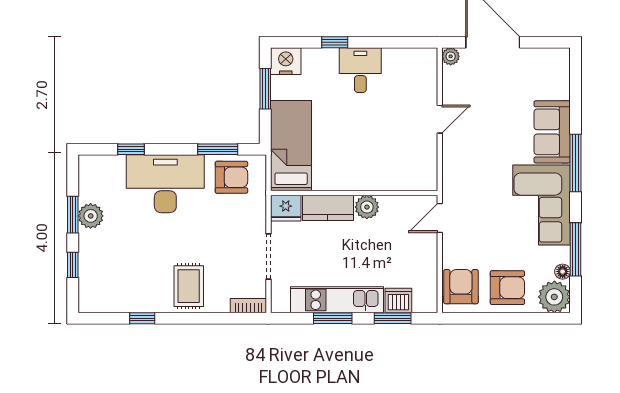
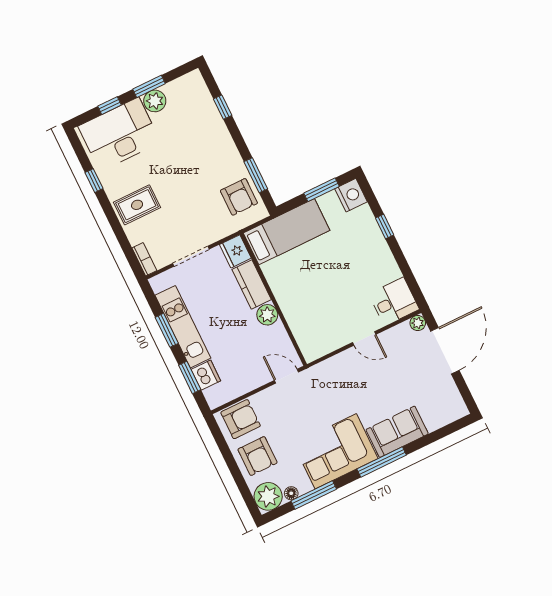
desk: (360, 70) -> (394, 302), moved
desk: (165, 184) -> (119, 134), moved, turned -90

